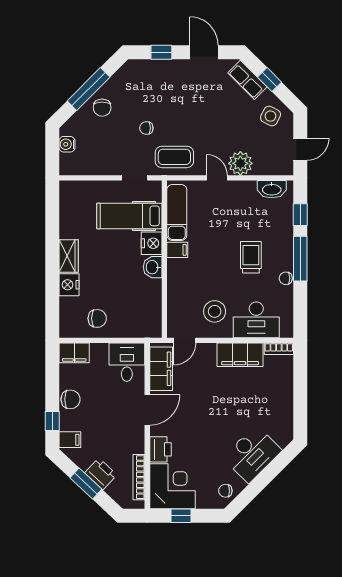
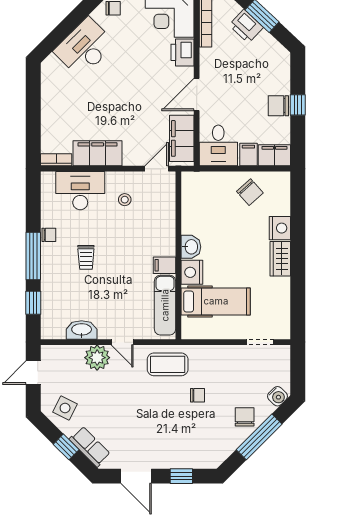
water cooler: (67, 144) -> (277, 396), moved, turned 45
doorway: (135, 178) -> (260, 342), moved
washbasin: (272, 189) -> (82, 330), moved
trolley: (251, 257) -> (86, 257), width x0.73, depth x0.72
stool: (215, 311) -> (125, 200), width x0.53, depth x0.53
chair: (97, 318) -> (250, 192), turned -132
window: (52, 421) -> (298, 105), moved
filing cabinet: (70, 440) -> (248, 155), moved, turned 90

